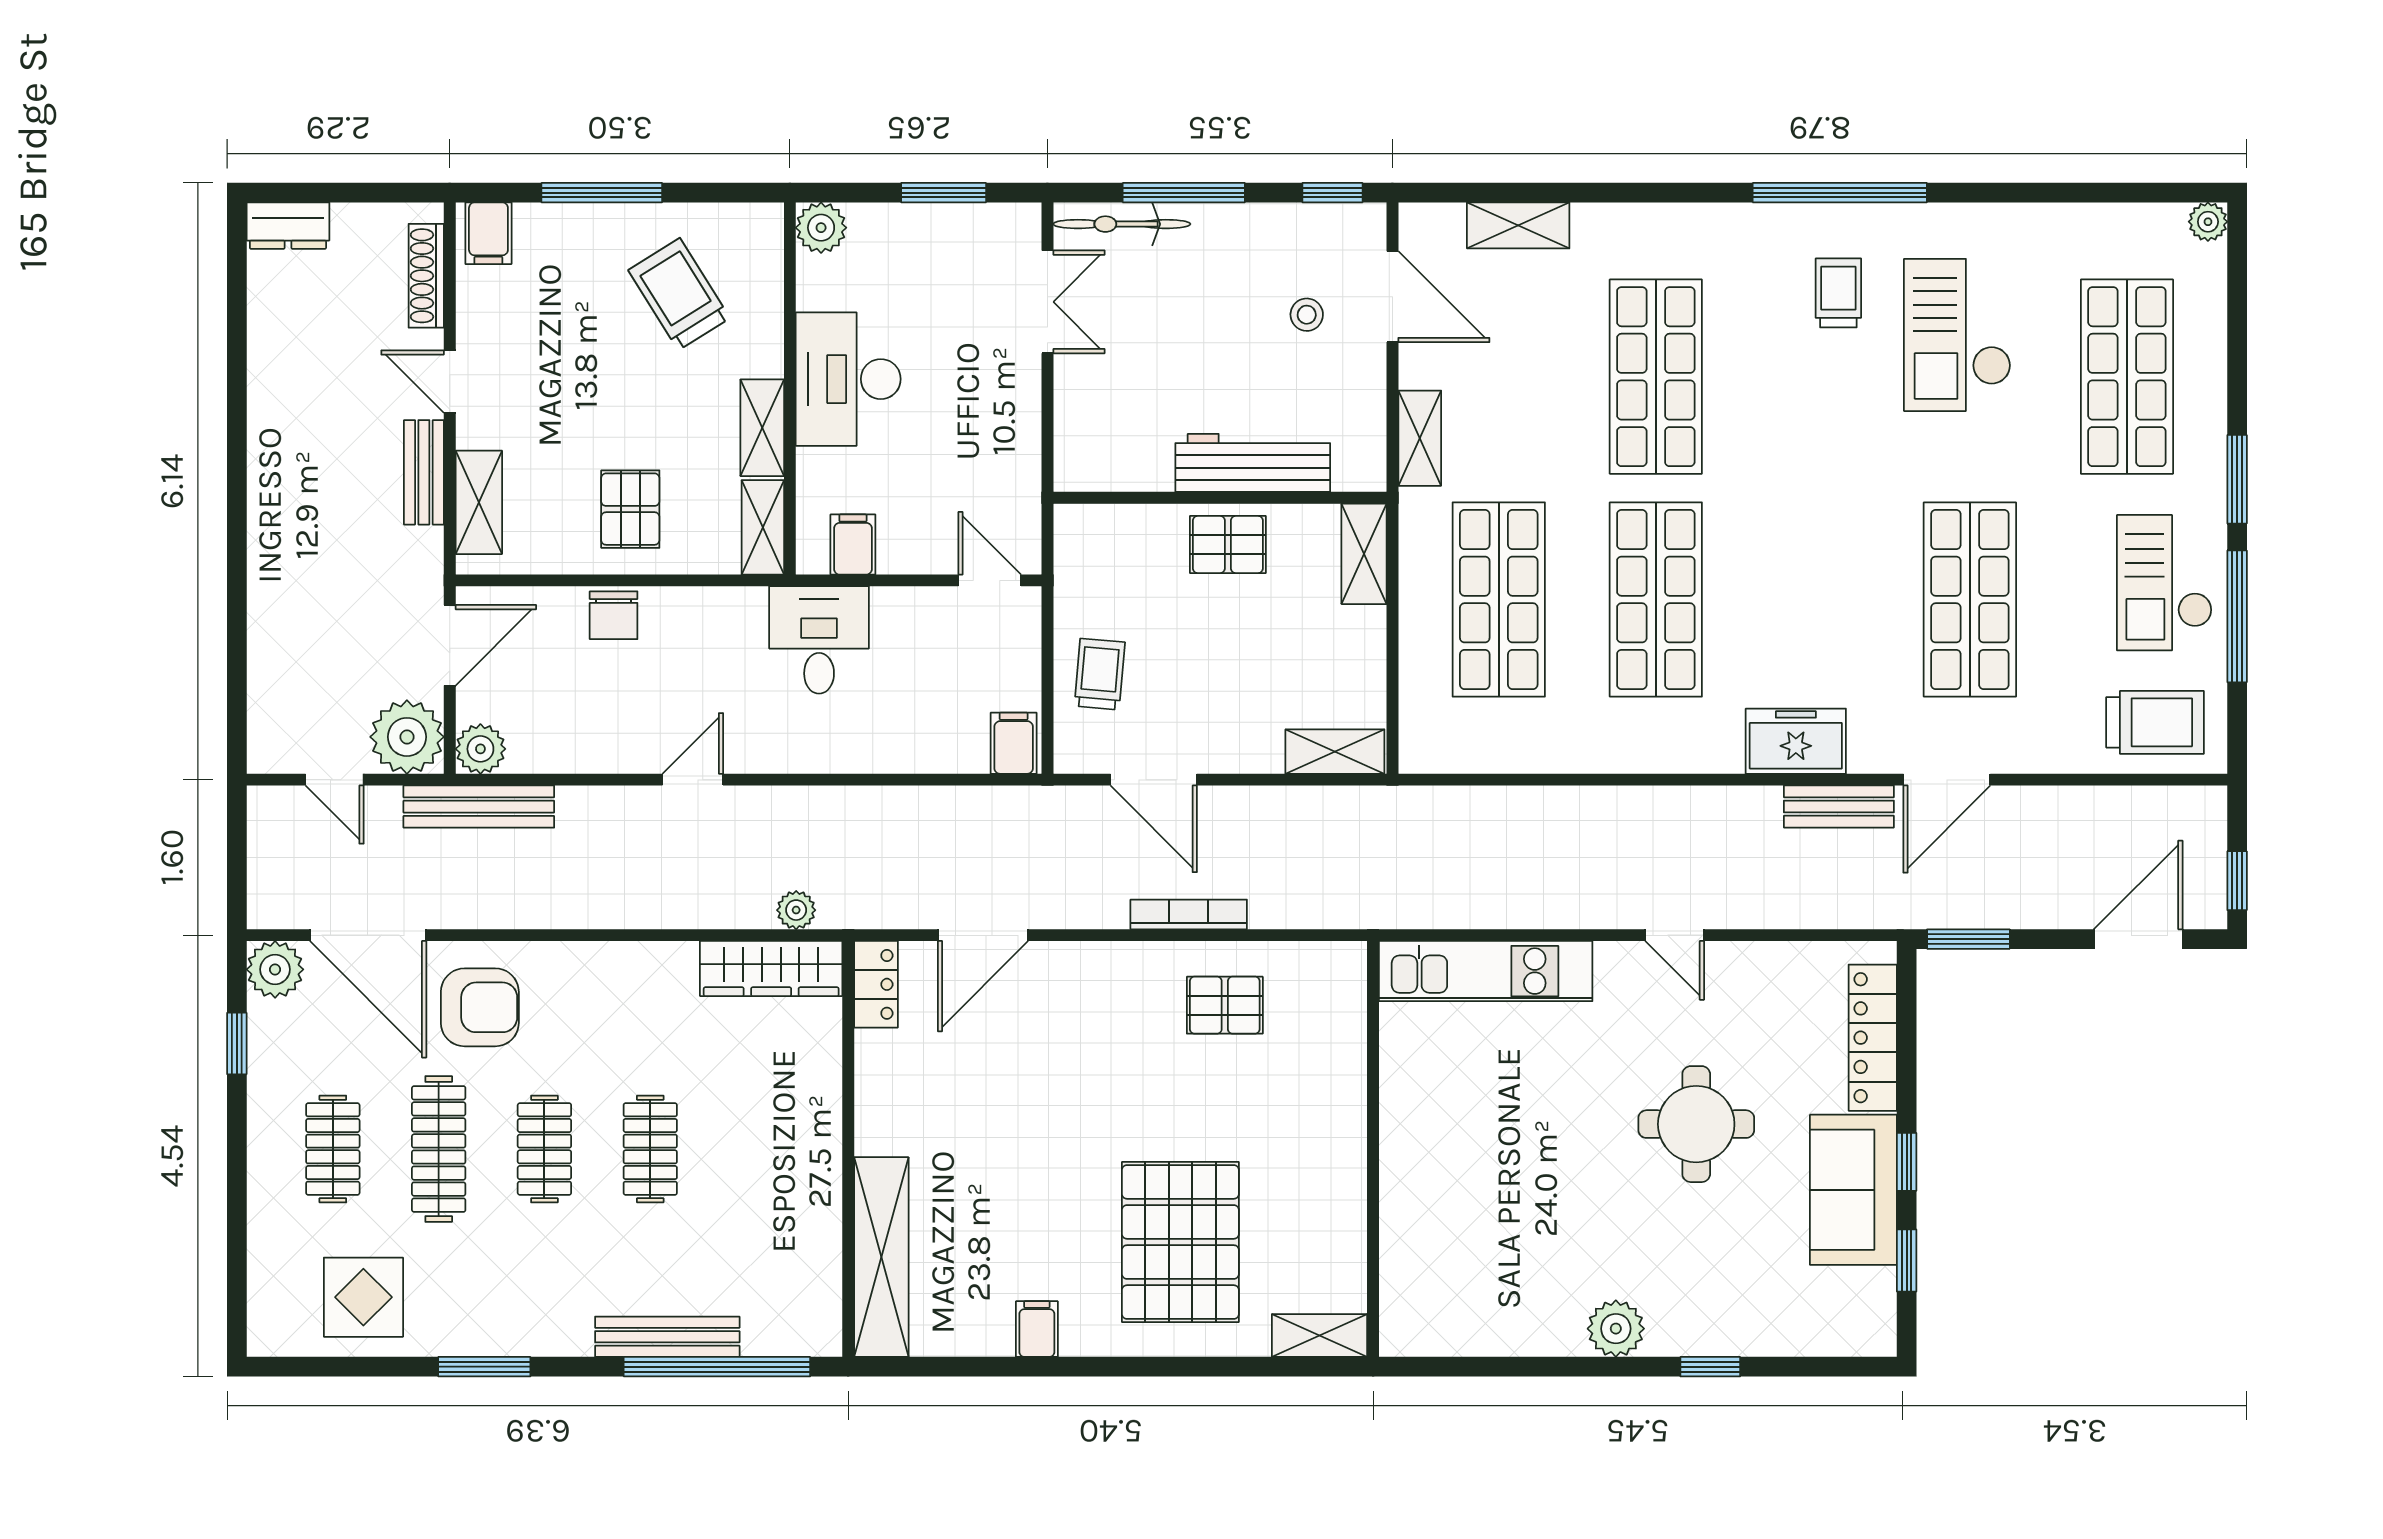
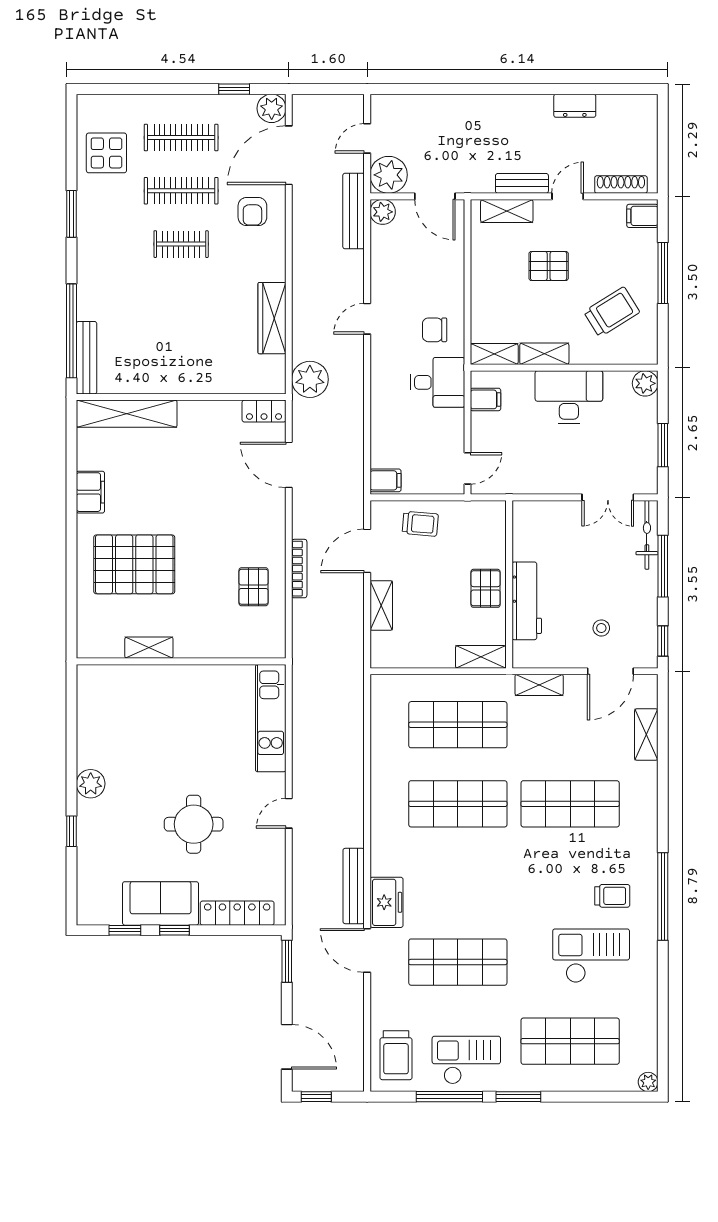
dresser: (288, 226) -> (575, 106), moved, turned -90
pallet: (630, 509) -> (549, 266), moved
chair: (614, 615) -> (435, 330), moved
freezer: (1796, 741) -> (386, 902), moved
shelving: (1335, 752) -> (381, 605), moved
door: (693, 780) -> (367, 319), swing flipped
bench: (1839, 807) -> (354, 886), width x1.36
plant: (796, 910) -> (310, 379), width x1.88, depth x1.88
wardrobe: (771, 969) -> (272, 318), moved
armchair: (480, 1007) -> (252, 212), width x0.72, depth x0.72
clothes rail: (333, 1149) -> (181, 137), width x1.36
clothes rail: (650, 1149) -> (181, 297), removed
filing cabinet: (1037, 1329) -> (90, 492), width x2.00
shelving: (1320, 1336) -> (149, 648), moved, turned 90
bench: (667, 1337) -> (87, 358), moved

